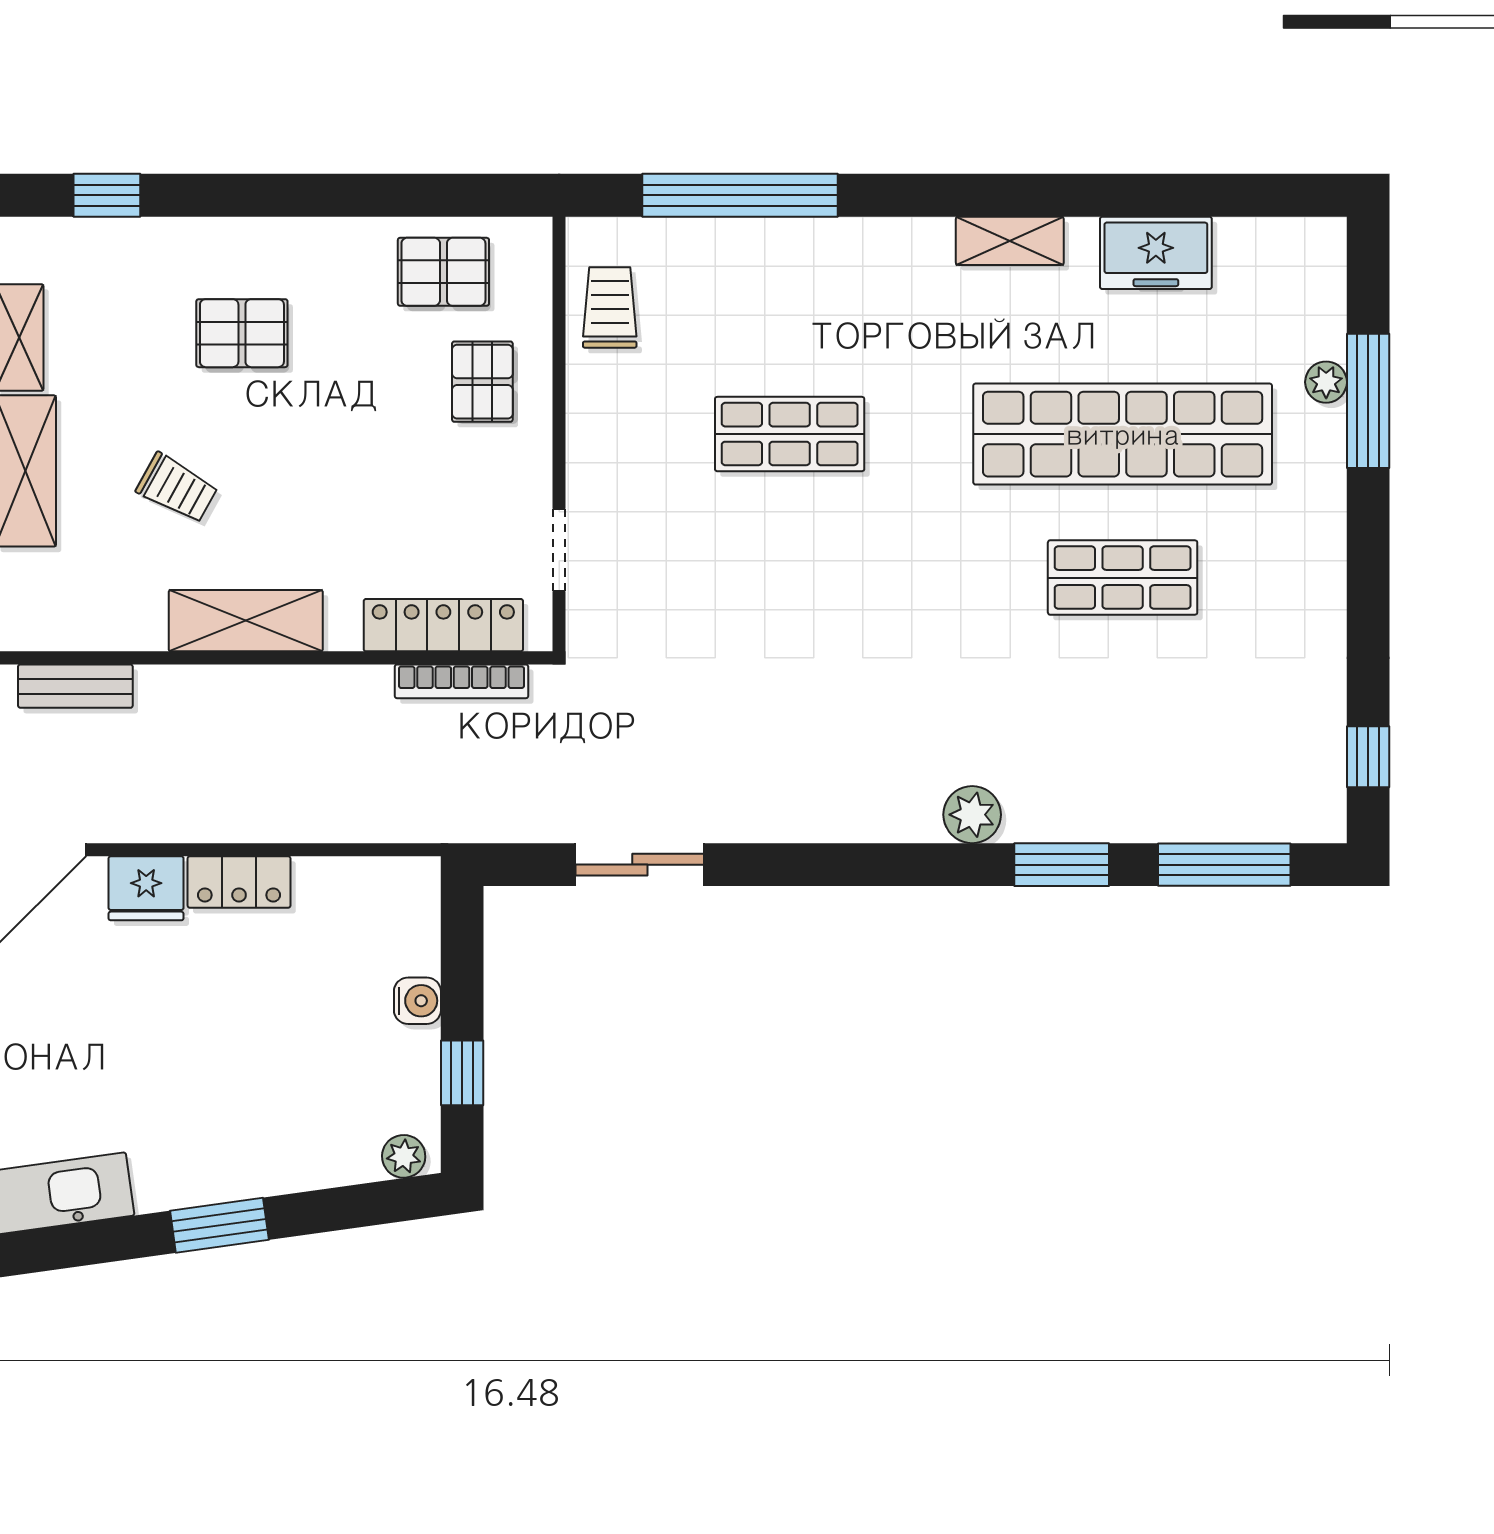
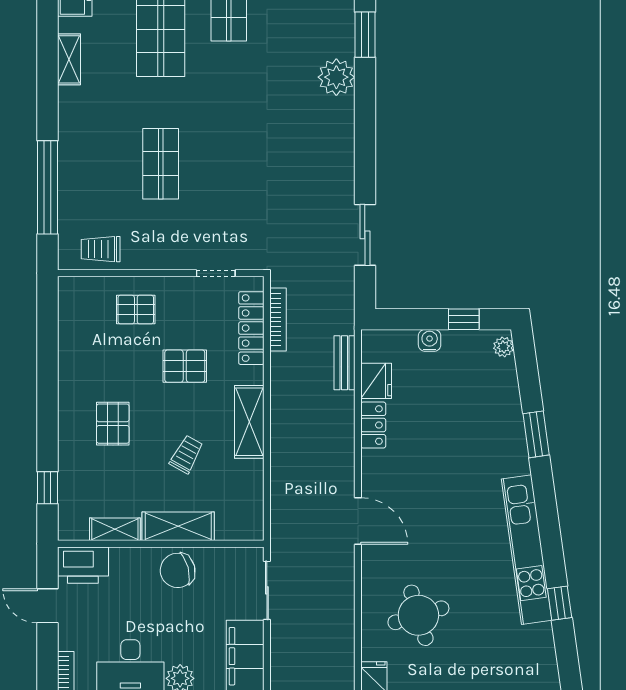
pallet: (443, 272) -> (185, 366), moved, turned 90
bench: (75, 686) -> (345, 363), moved
plant: (972, 815) -> (336, 77), width x1.36, depth x1.36
fridge: (146, 888) -> (376, 381), moved

